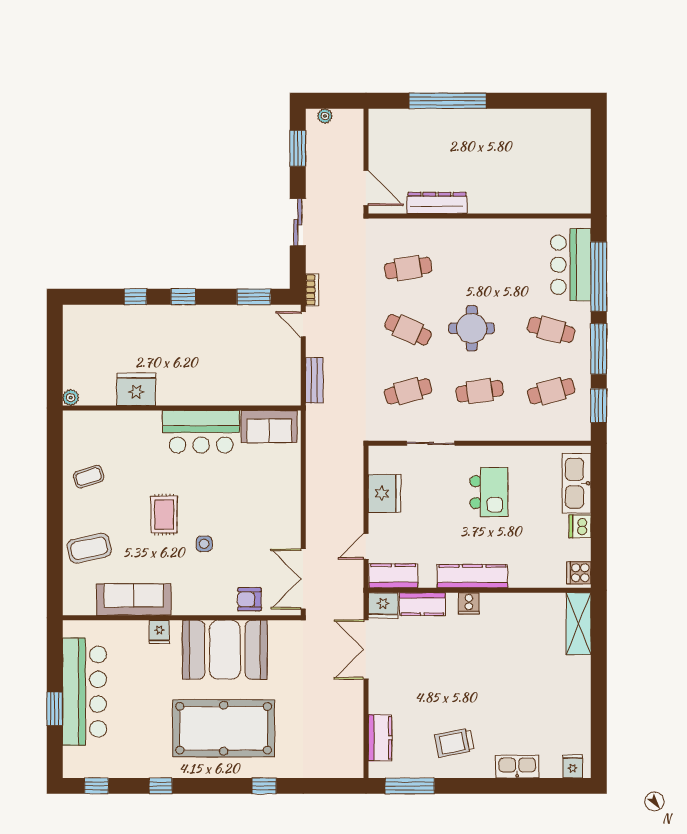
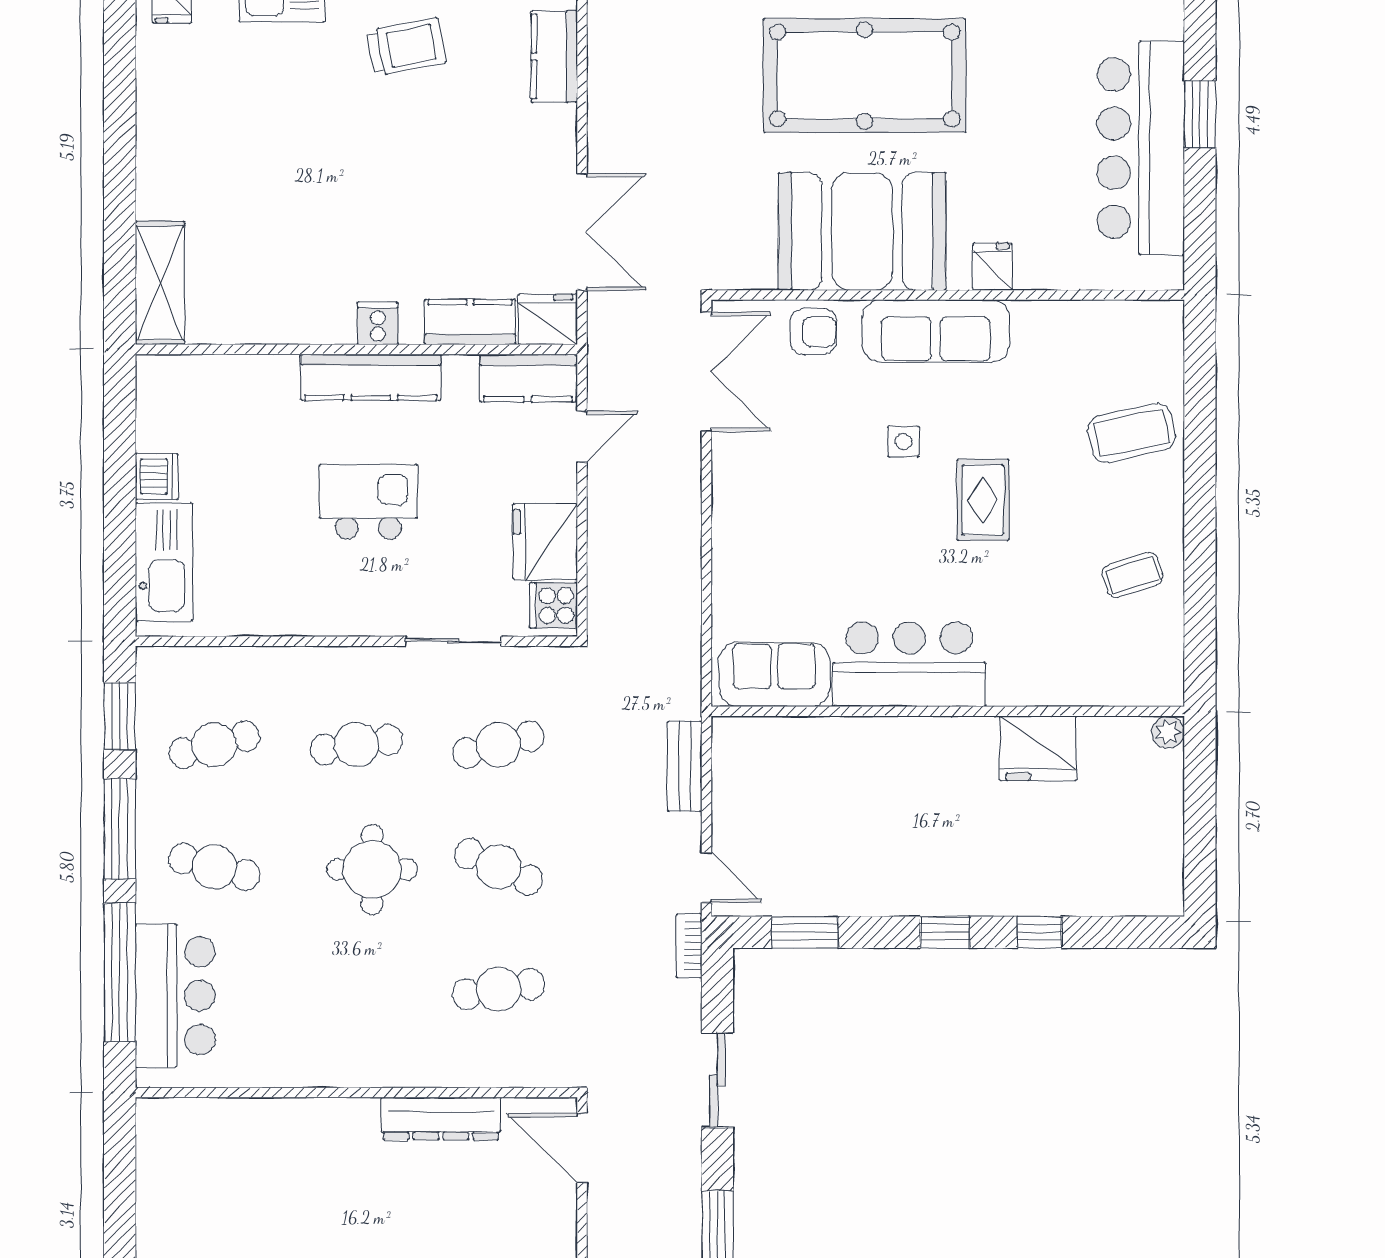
kitchen island: (489, 492) -> (368, 502), moved, turned 90
cooker: (579, 573) -> (553, 606), moved, turned 180
sofa: (134, 600) -> (936, 331), moved

